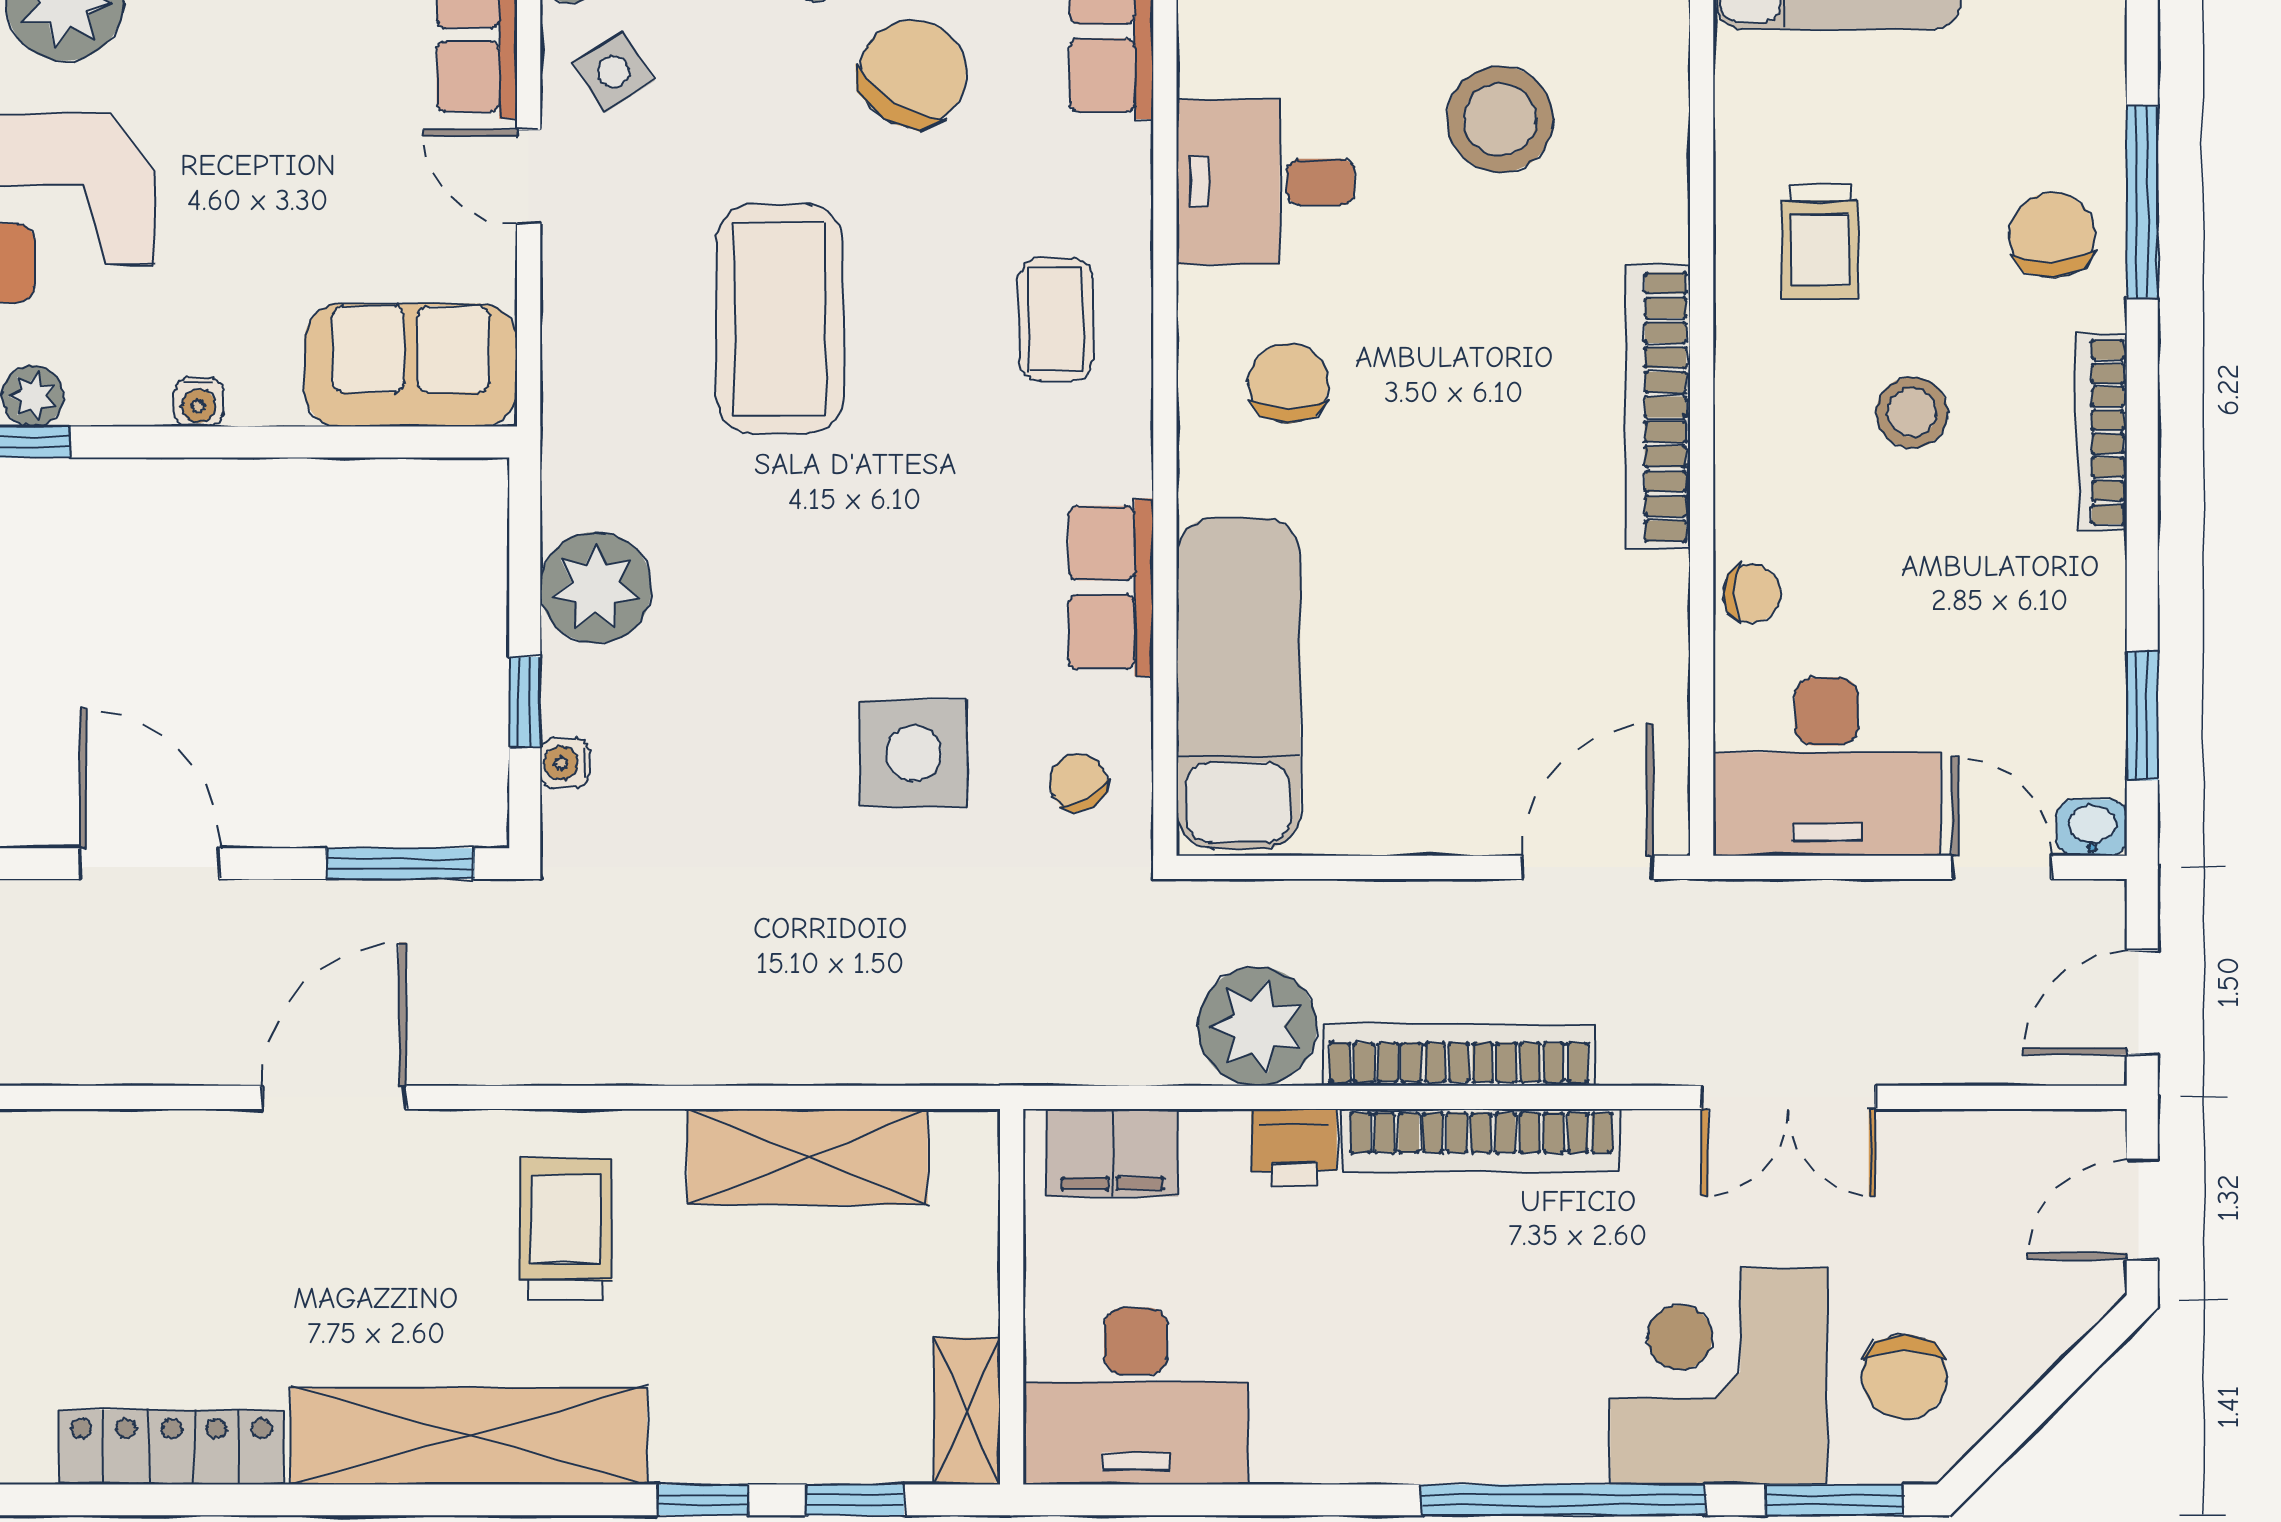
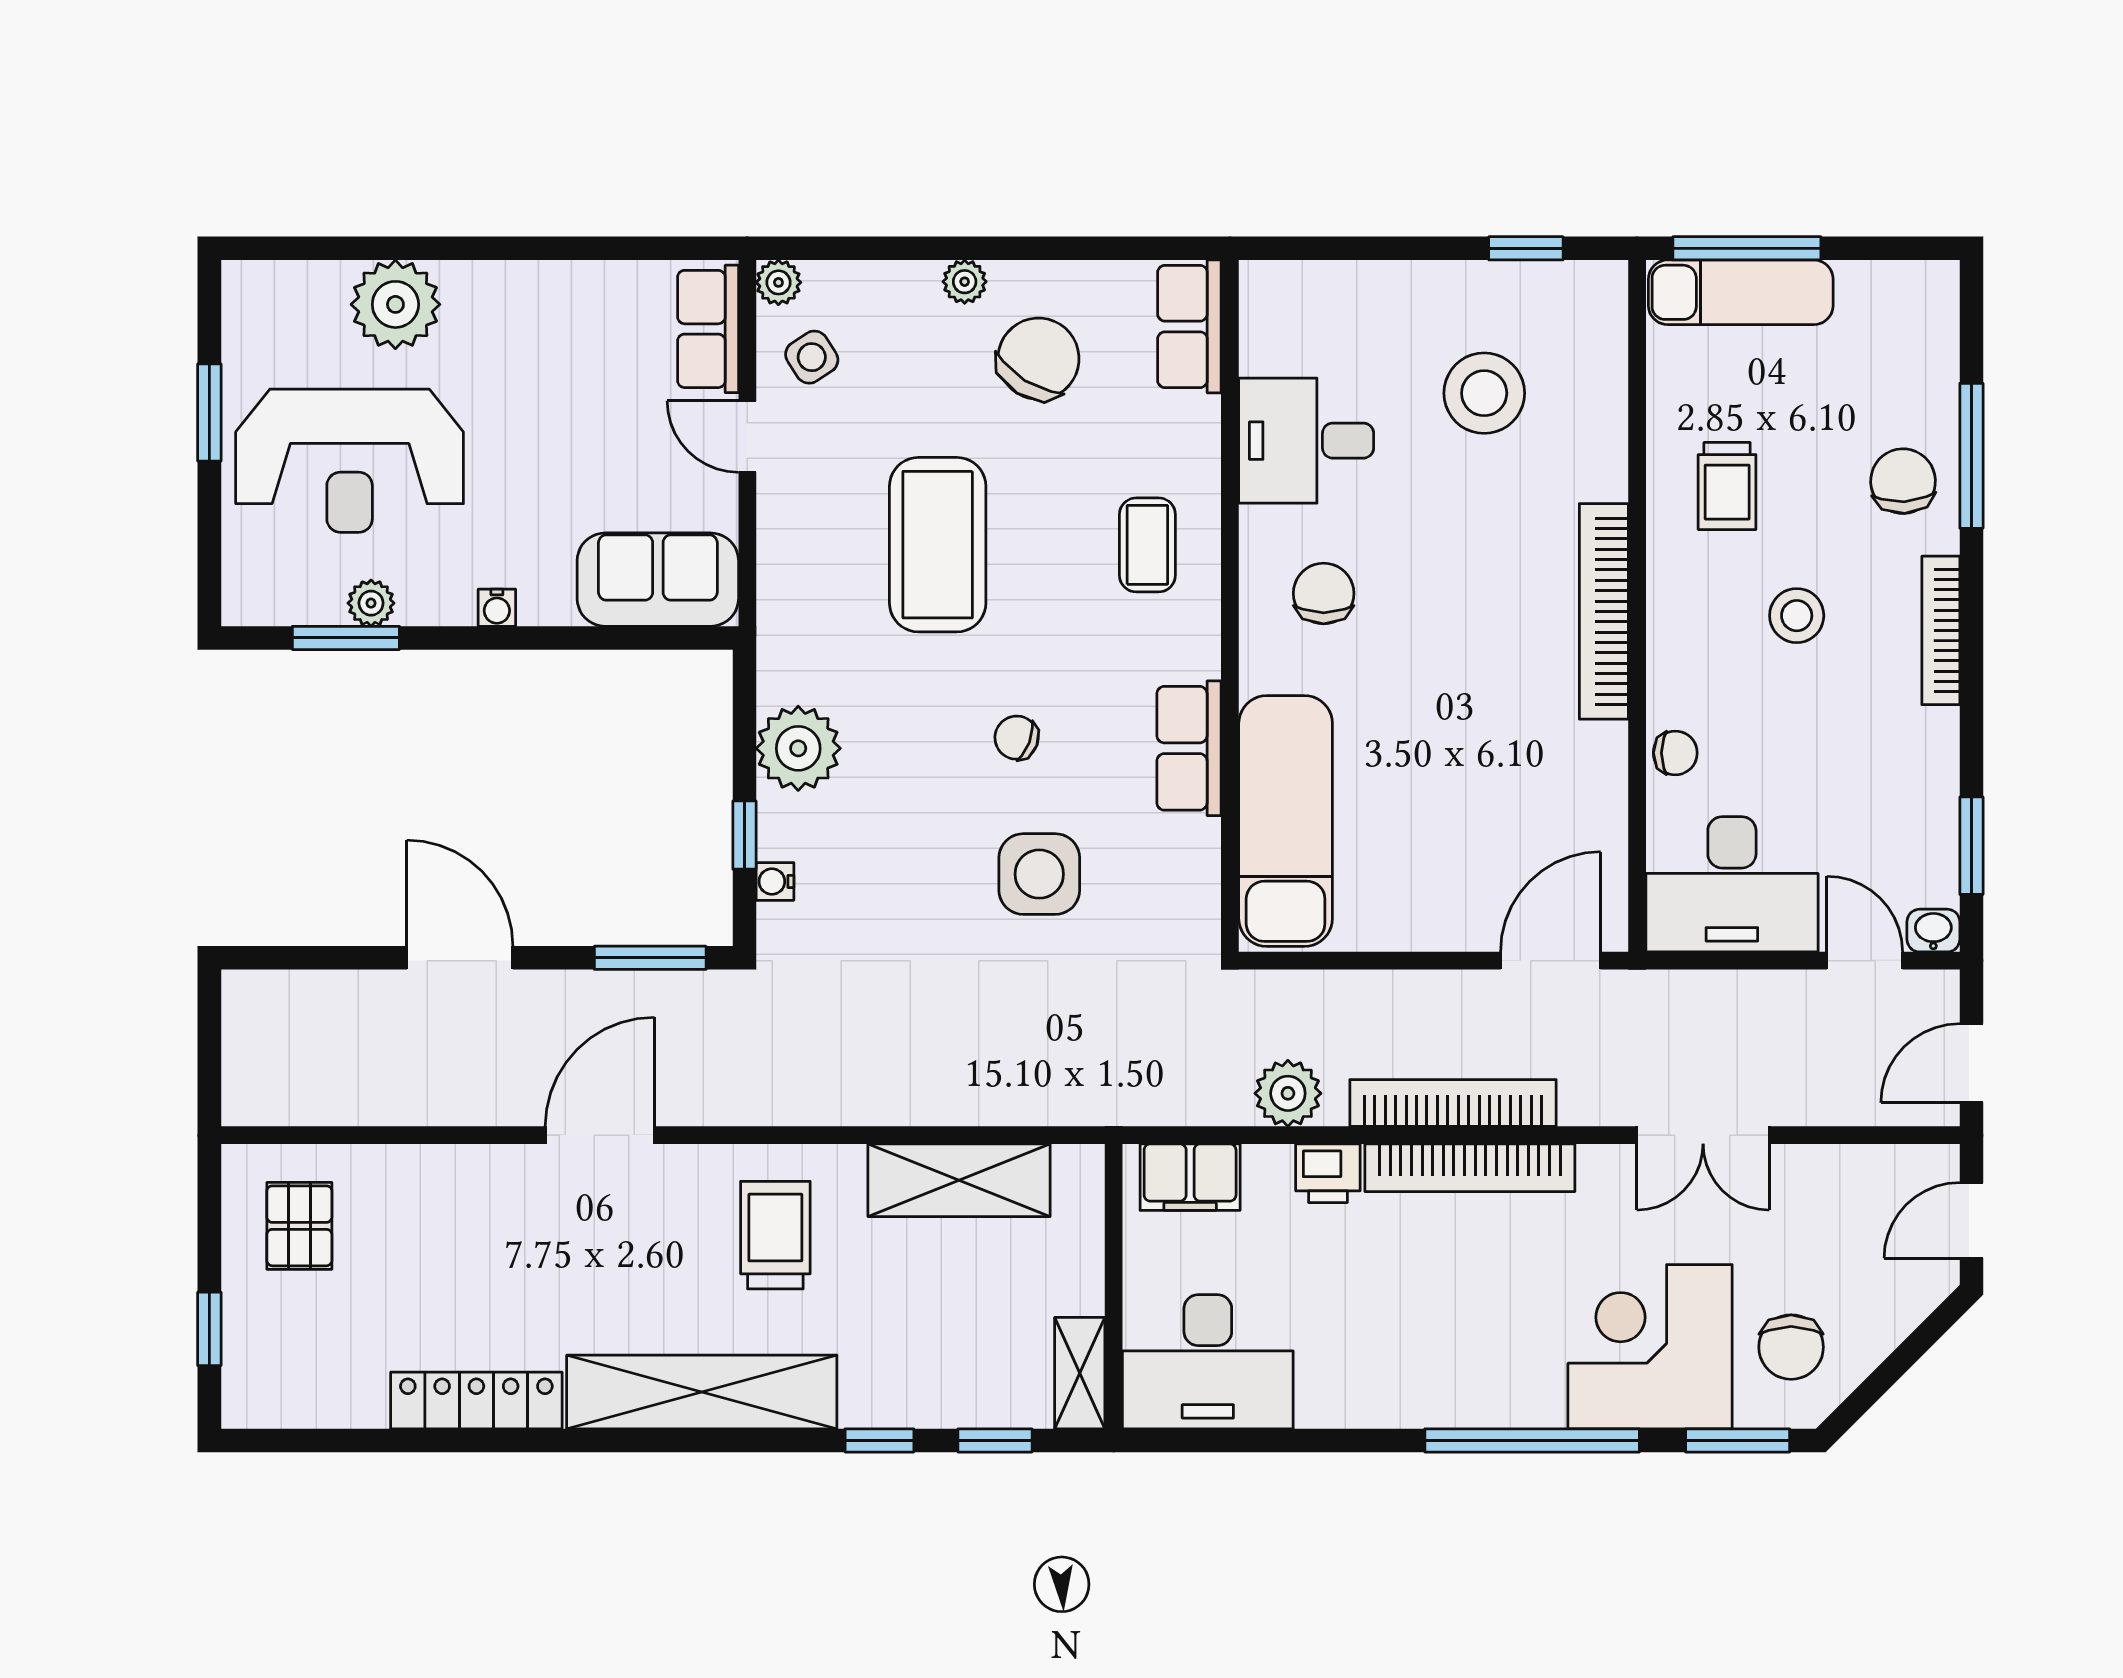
chair: (1078, 782) -> (1017, 738), moved, turned -39
plant: (1257, 1026) -> (1288, 1093), width x0.73, depth x0.73

